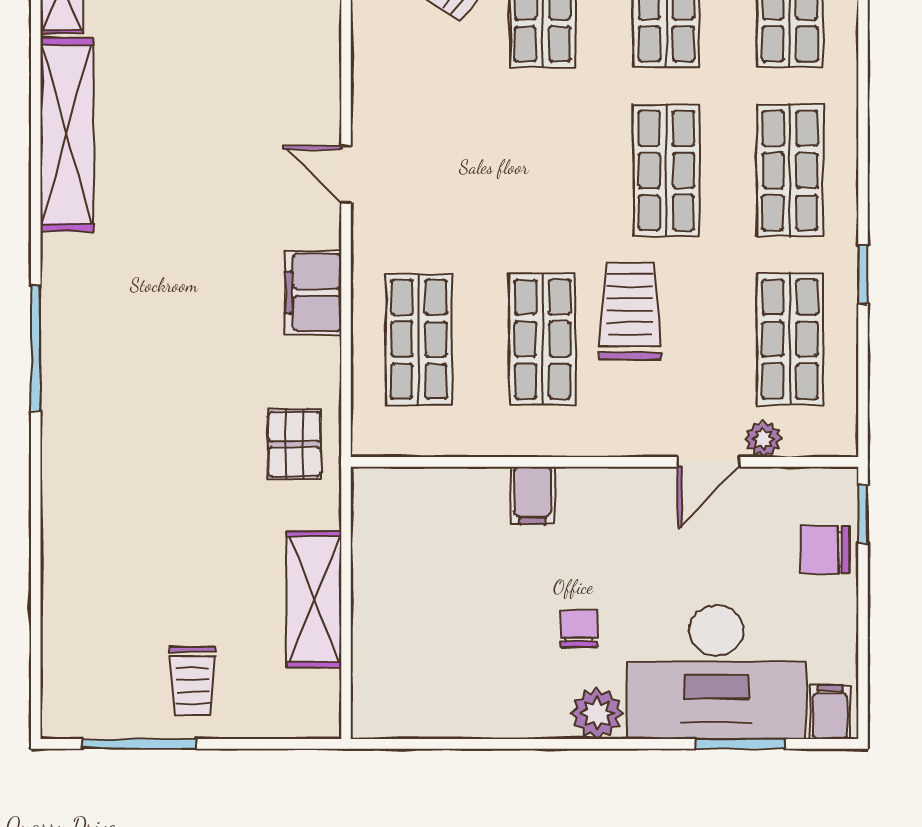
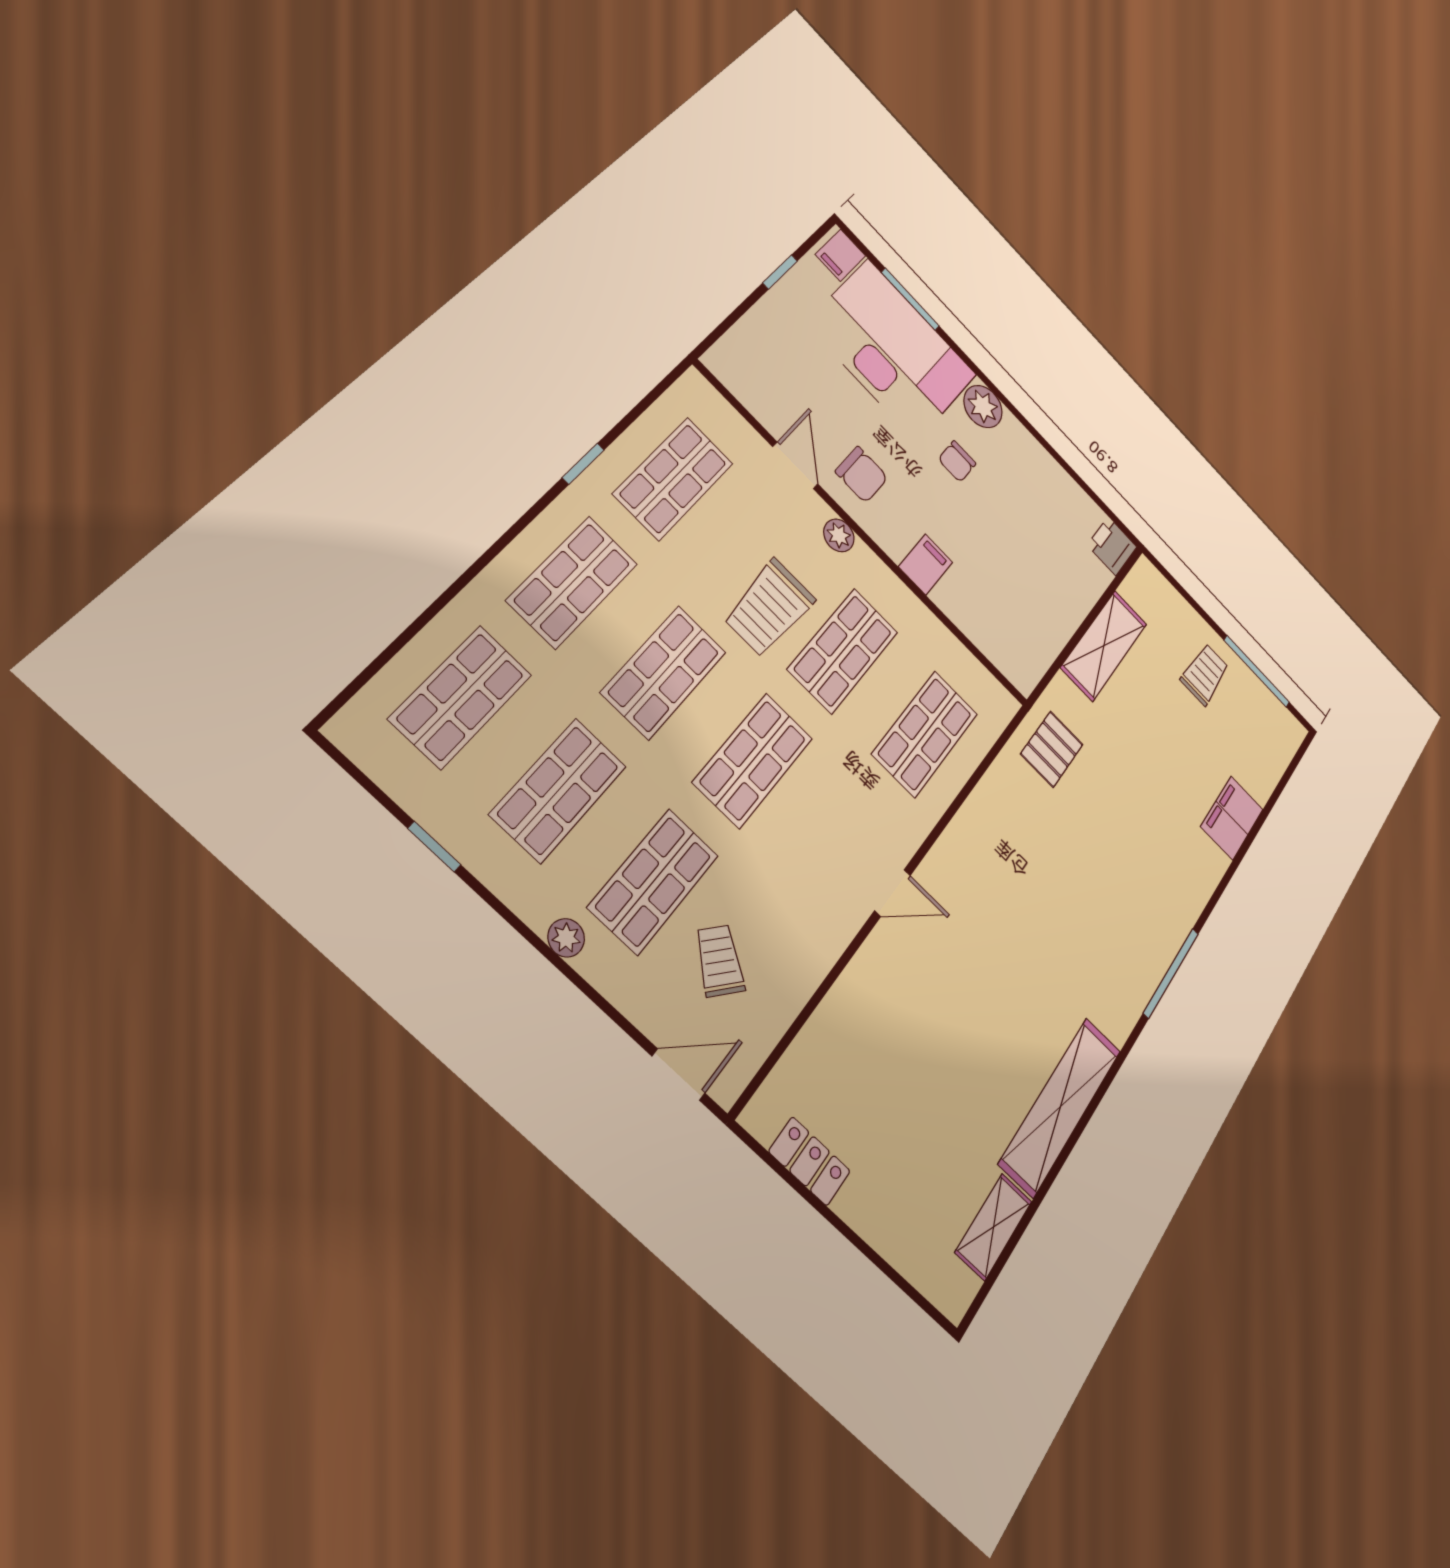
shop shelf: (543, 170) -> (753, 760), added
door: (346, 174) -> (892, 893), hinge flipped
filing cabinet: (313, 292) -> (1232, 818), moved, turned 180
plant: (763, 439) -> (839, 535), moved
door: (708, 462) -> (795, 465), hinge flipped
window: (863, 514) -> (780, 272), moved
chair: (825, 550) -> (862, 475), moved
printer: (376, 712) -> (1112, 546), added

